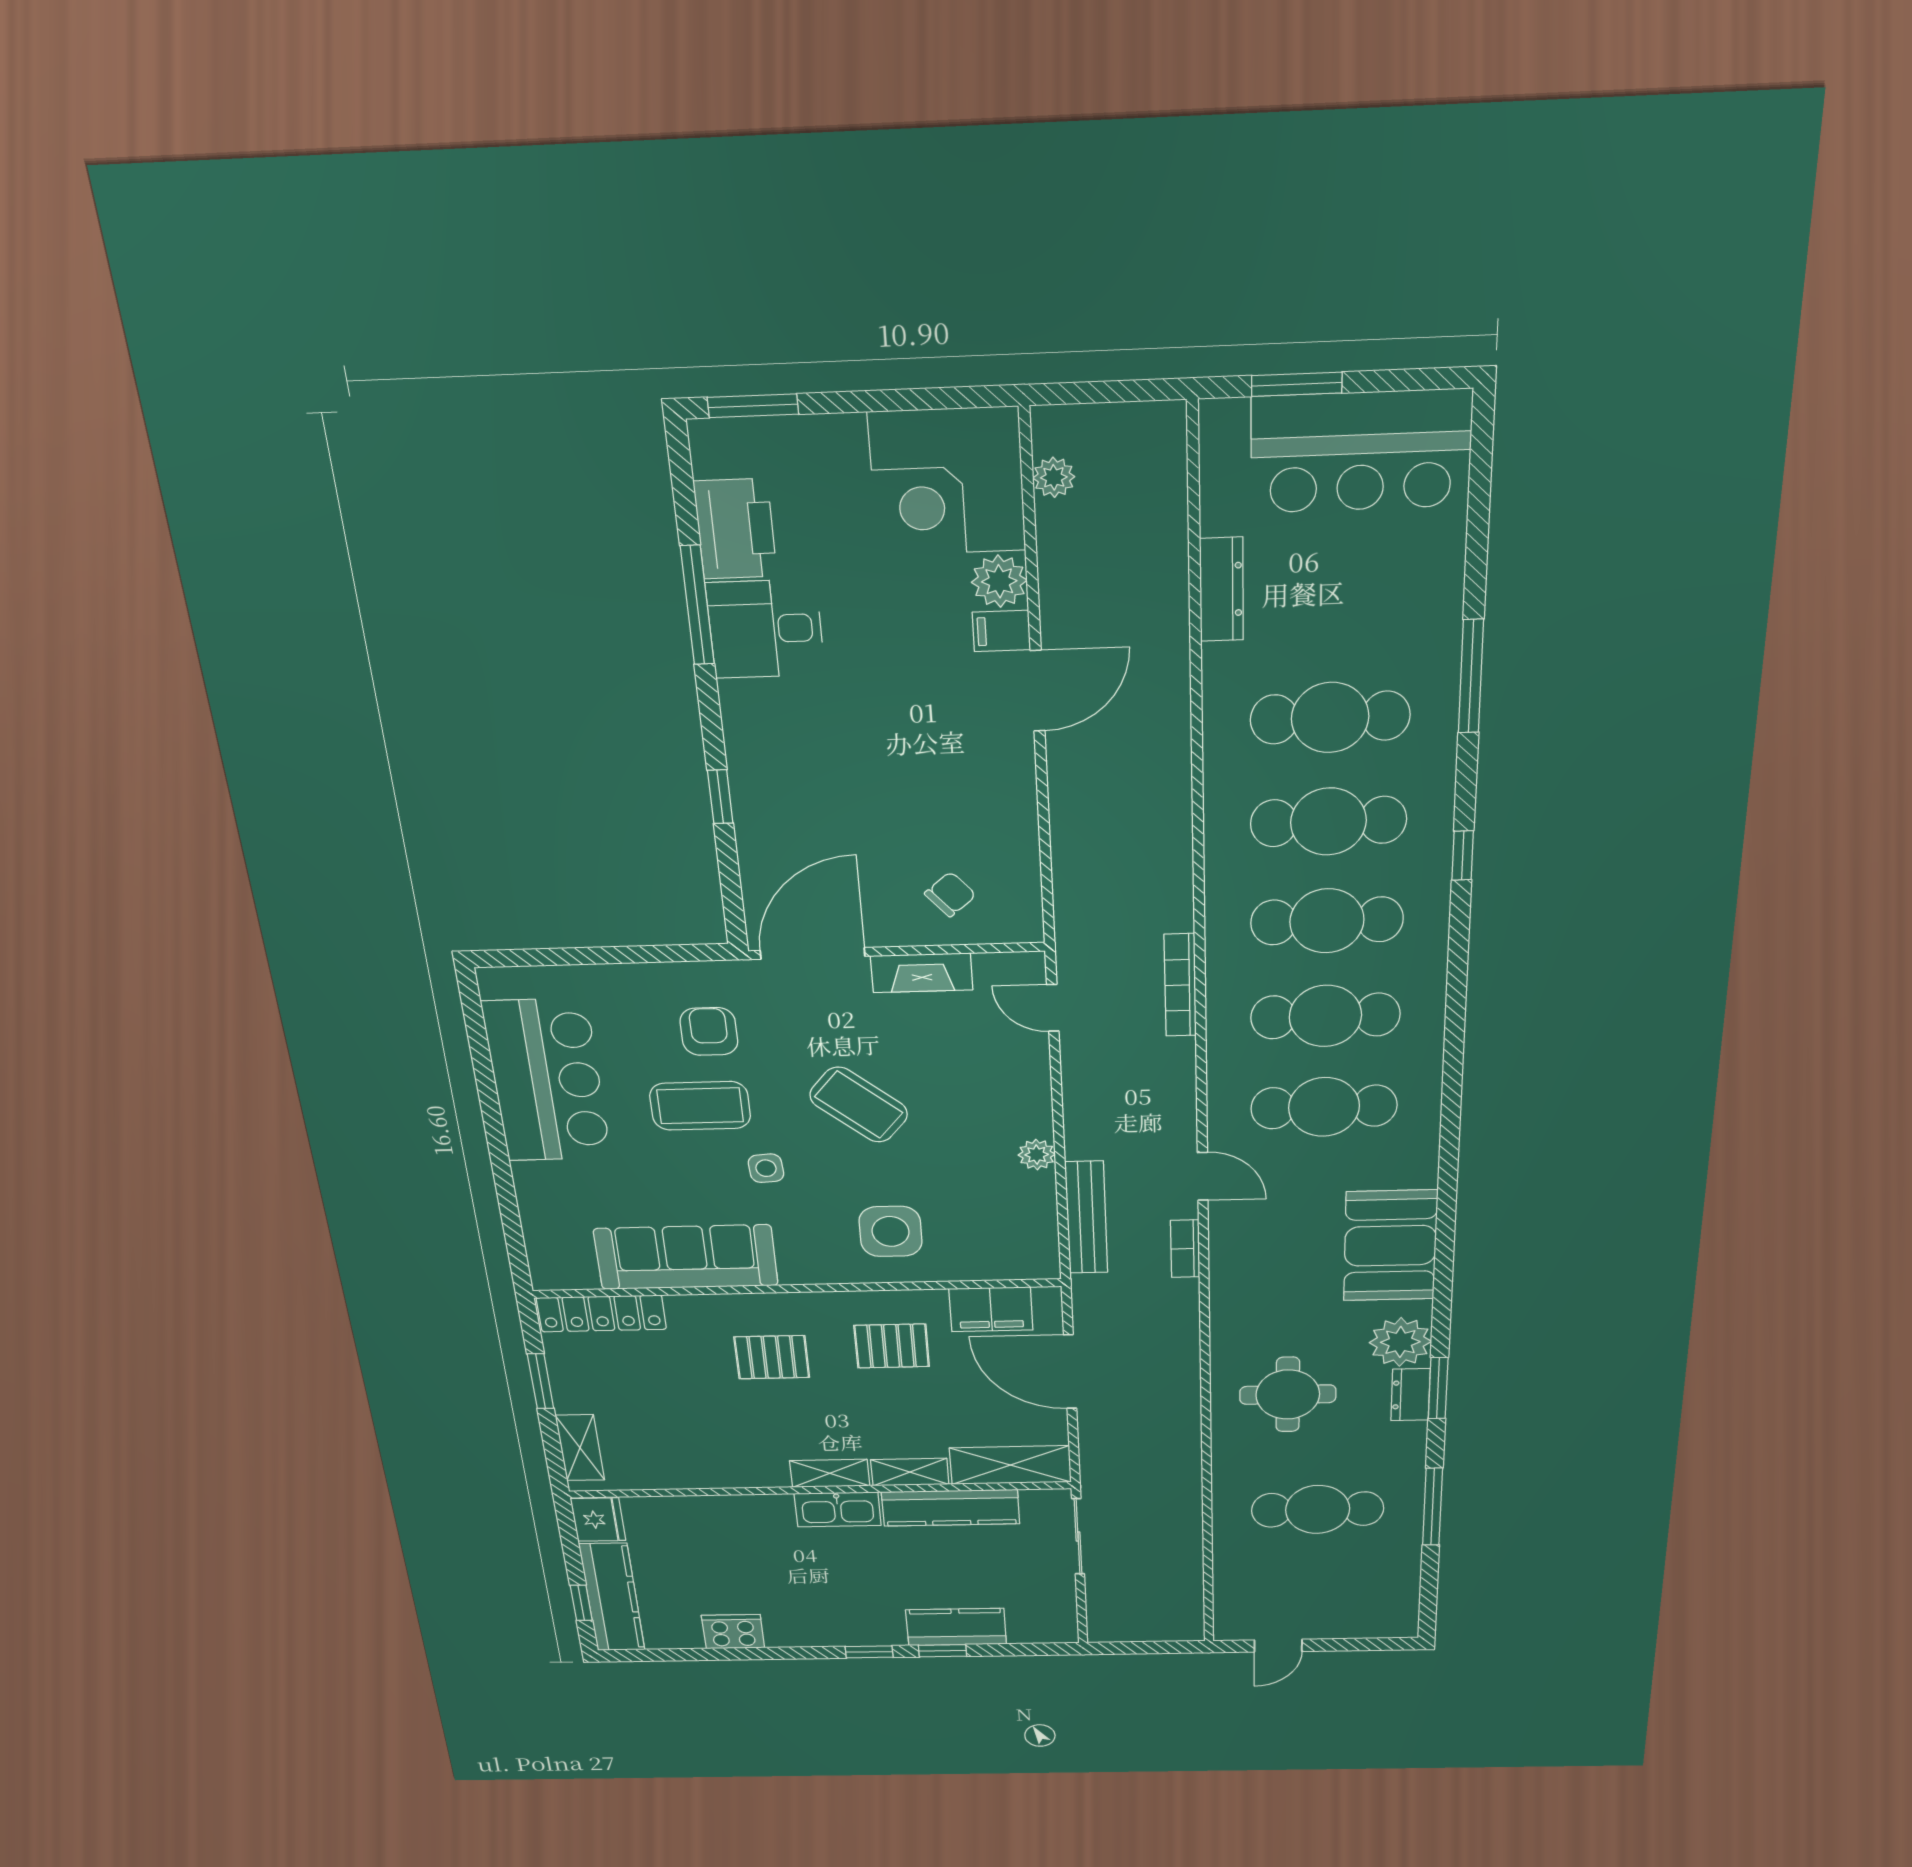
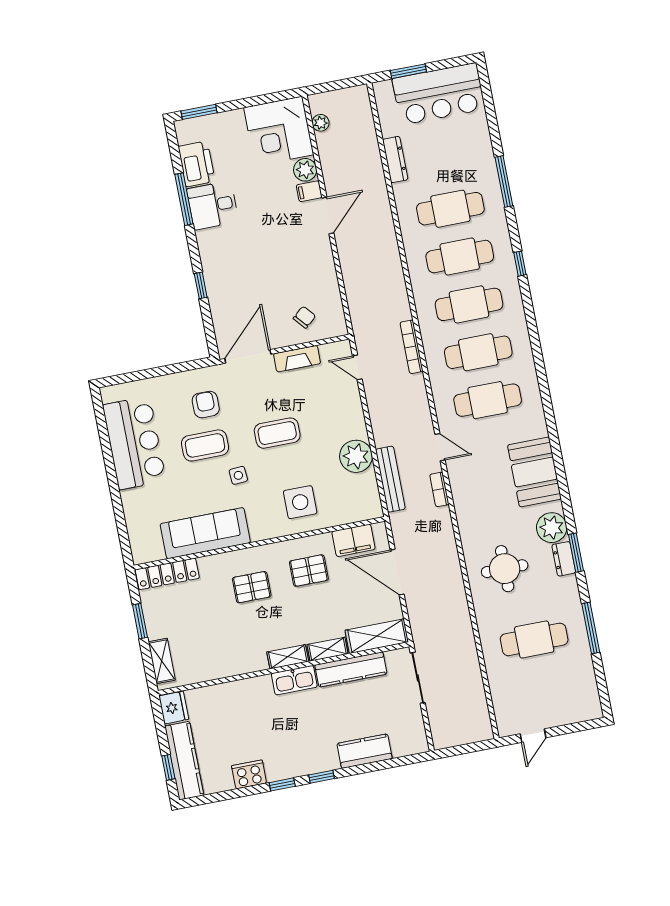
coffee table: (859, 1105) -> (277, 433), turned -40
plant: (1037, 1155) -> (356, 456), width x1.87, depth x1.87
window: (942, 1651) -> (282, 784), moved

